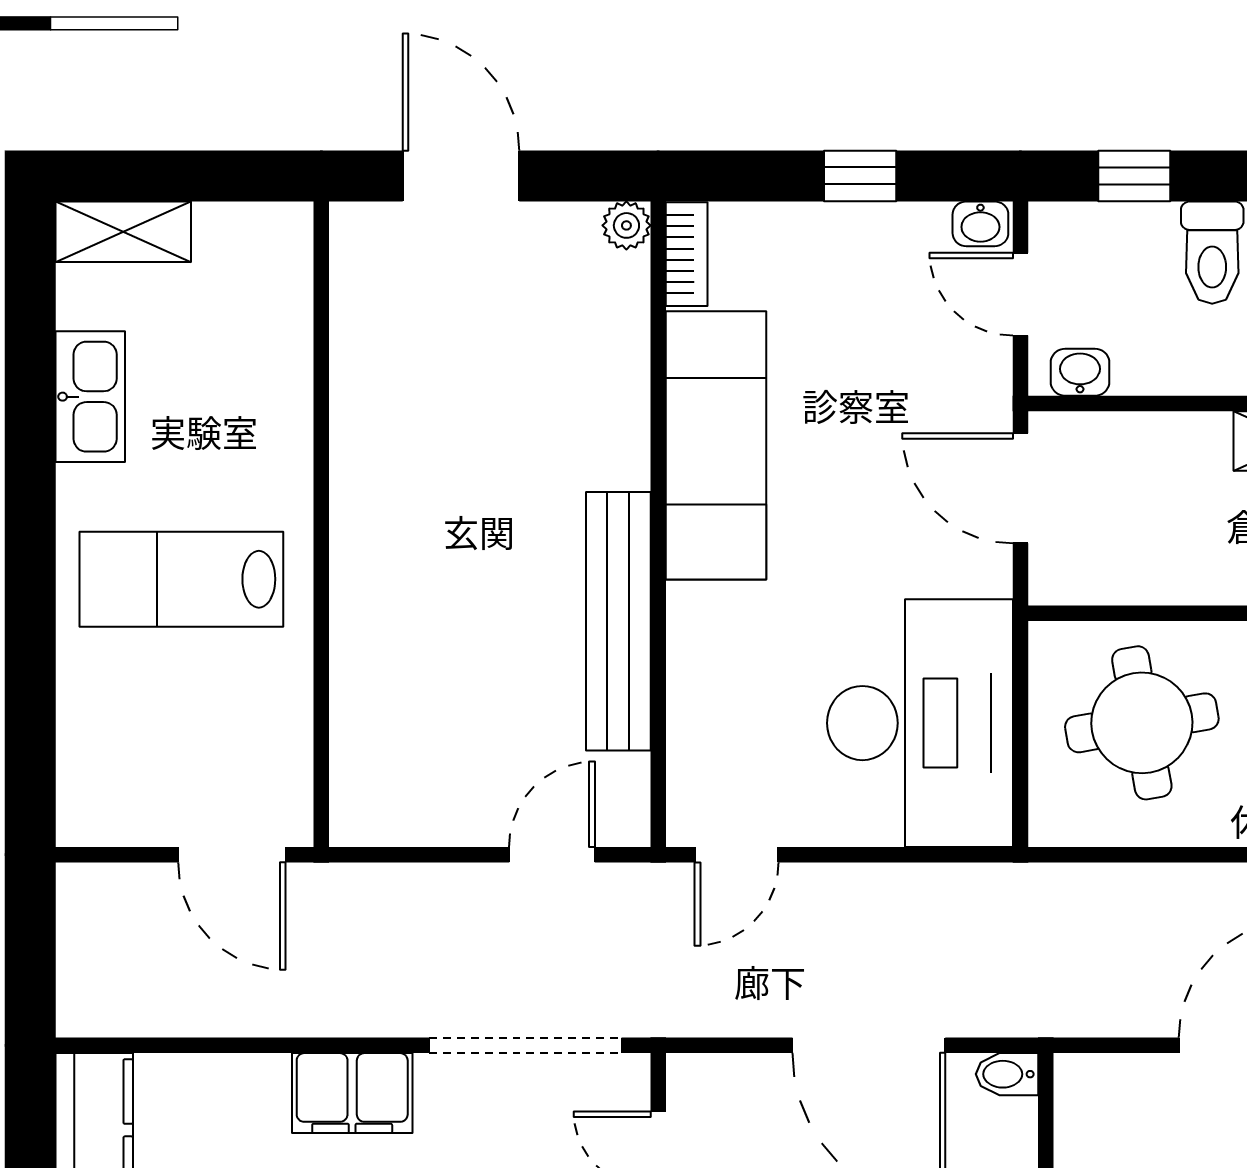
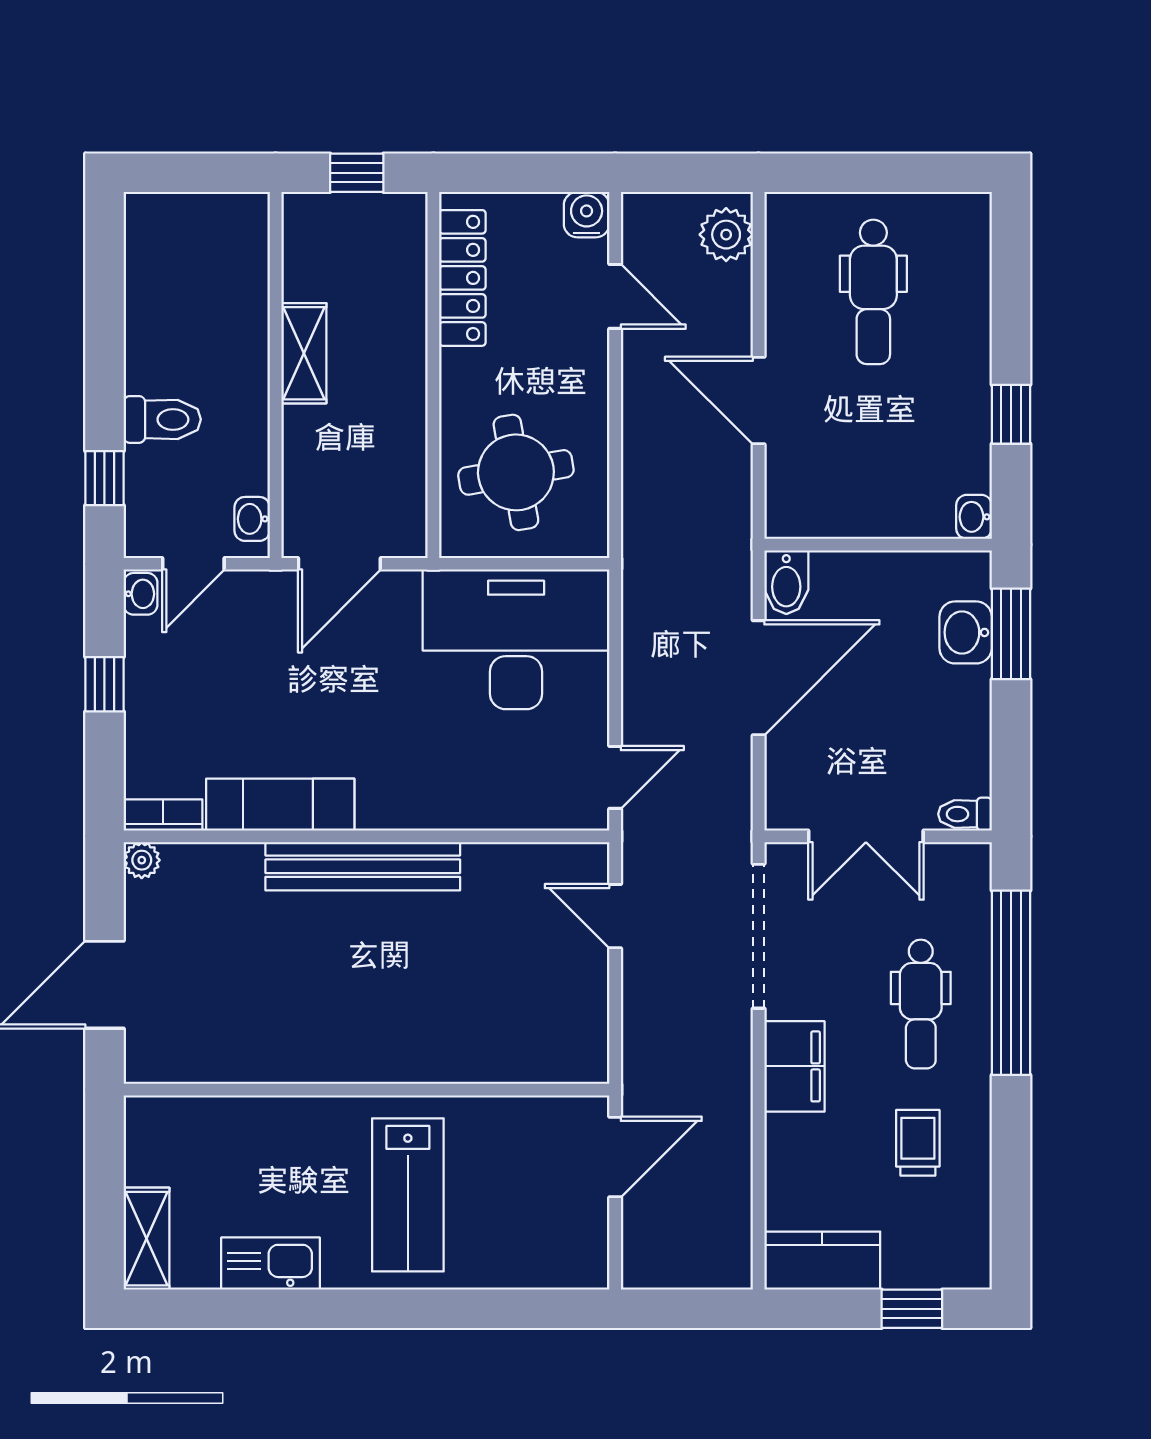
exam couch: (716, 445) -> (280, 805), width x0.73, depth x0.69
bench: (618, 621) -> (363, 866), moved
door: (737, 855) -> (615, 777), hinge flipped
bidet: (1007, 1074) -> (786, 582), width x1.38, depth x1.36

